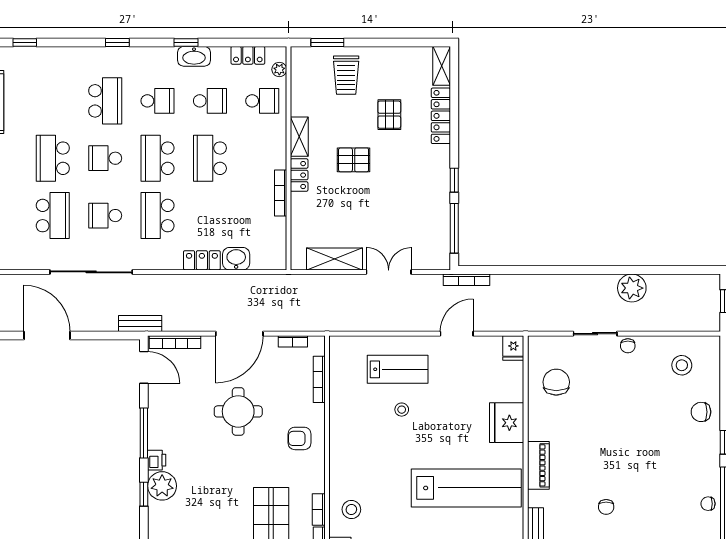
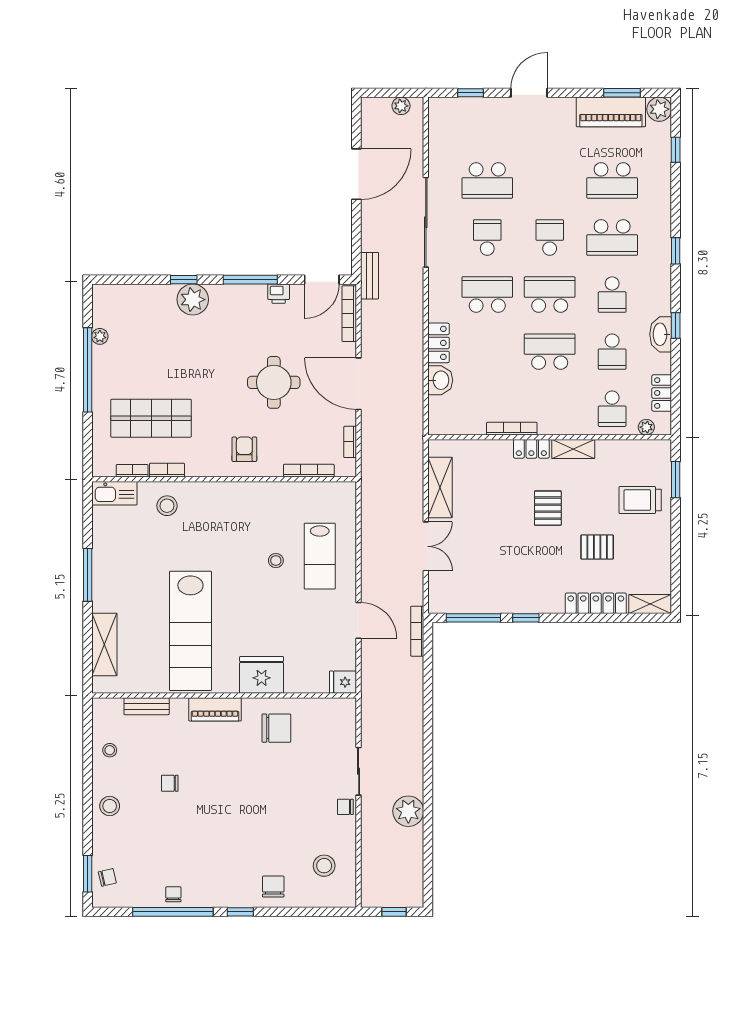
school desk: (53, 158) -> (612, 180), moved, turned 180
chair: (556, 382) -> (276, 728), moved
printer: (157, 460) -> (279, 294), moved

